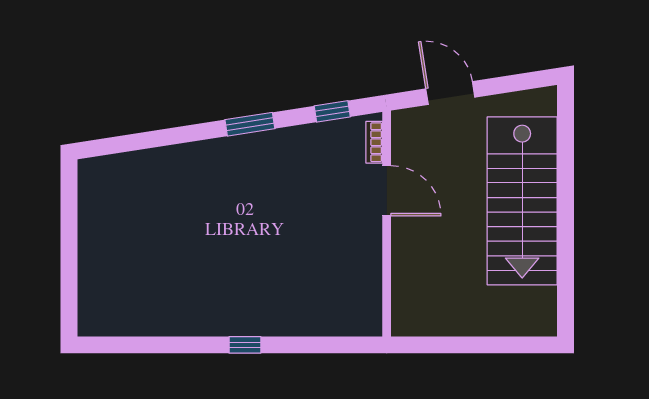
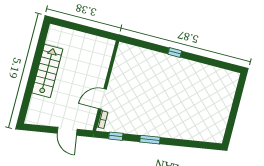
door: (387, 191) -> (102, 99), hinge flipped
stairs: (522, 201) -> (47, 71), width x0.73, depth x0.66

